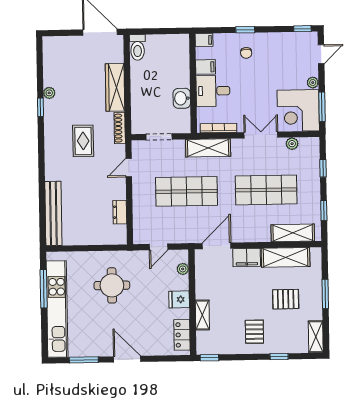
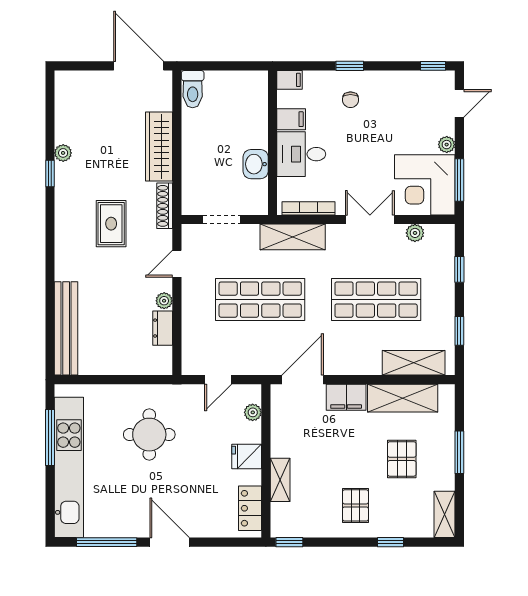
plant: (120, 193) -> (164, 301), added
pallet: (286, 299) -> (402, 459), turned 90
window: (84, 360) -> (107, 542), width x1.44

